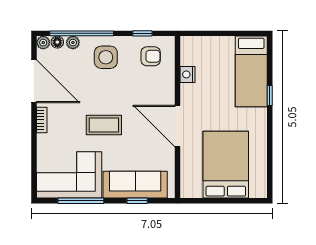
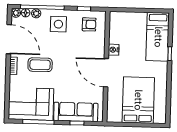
nightstand: (187, 74) -> (114, 50), moved
coffee table: (104, 125) -> (40, 65), moved

